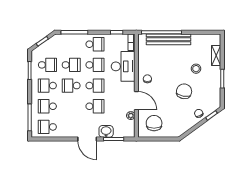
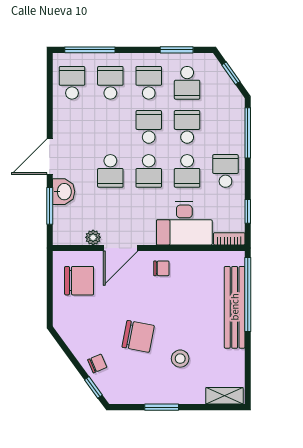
school desk: (95, 44) -> (225, 171), turned 180
shelving: (216, 56) -> (224, 396), moved
school desk: (71, 65) -> (187, 127), turned 180

